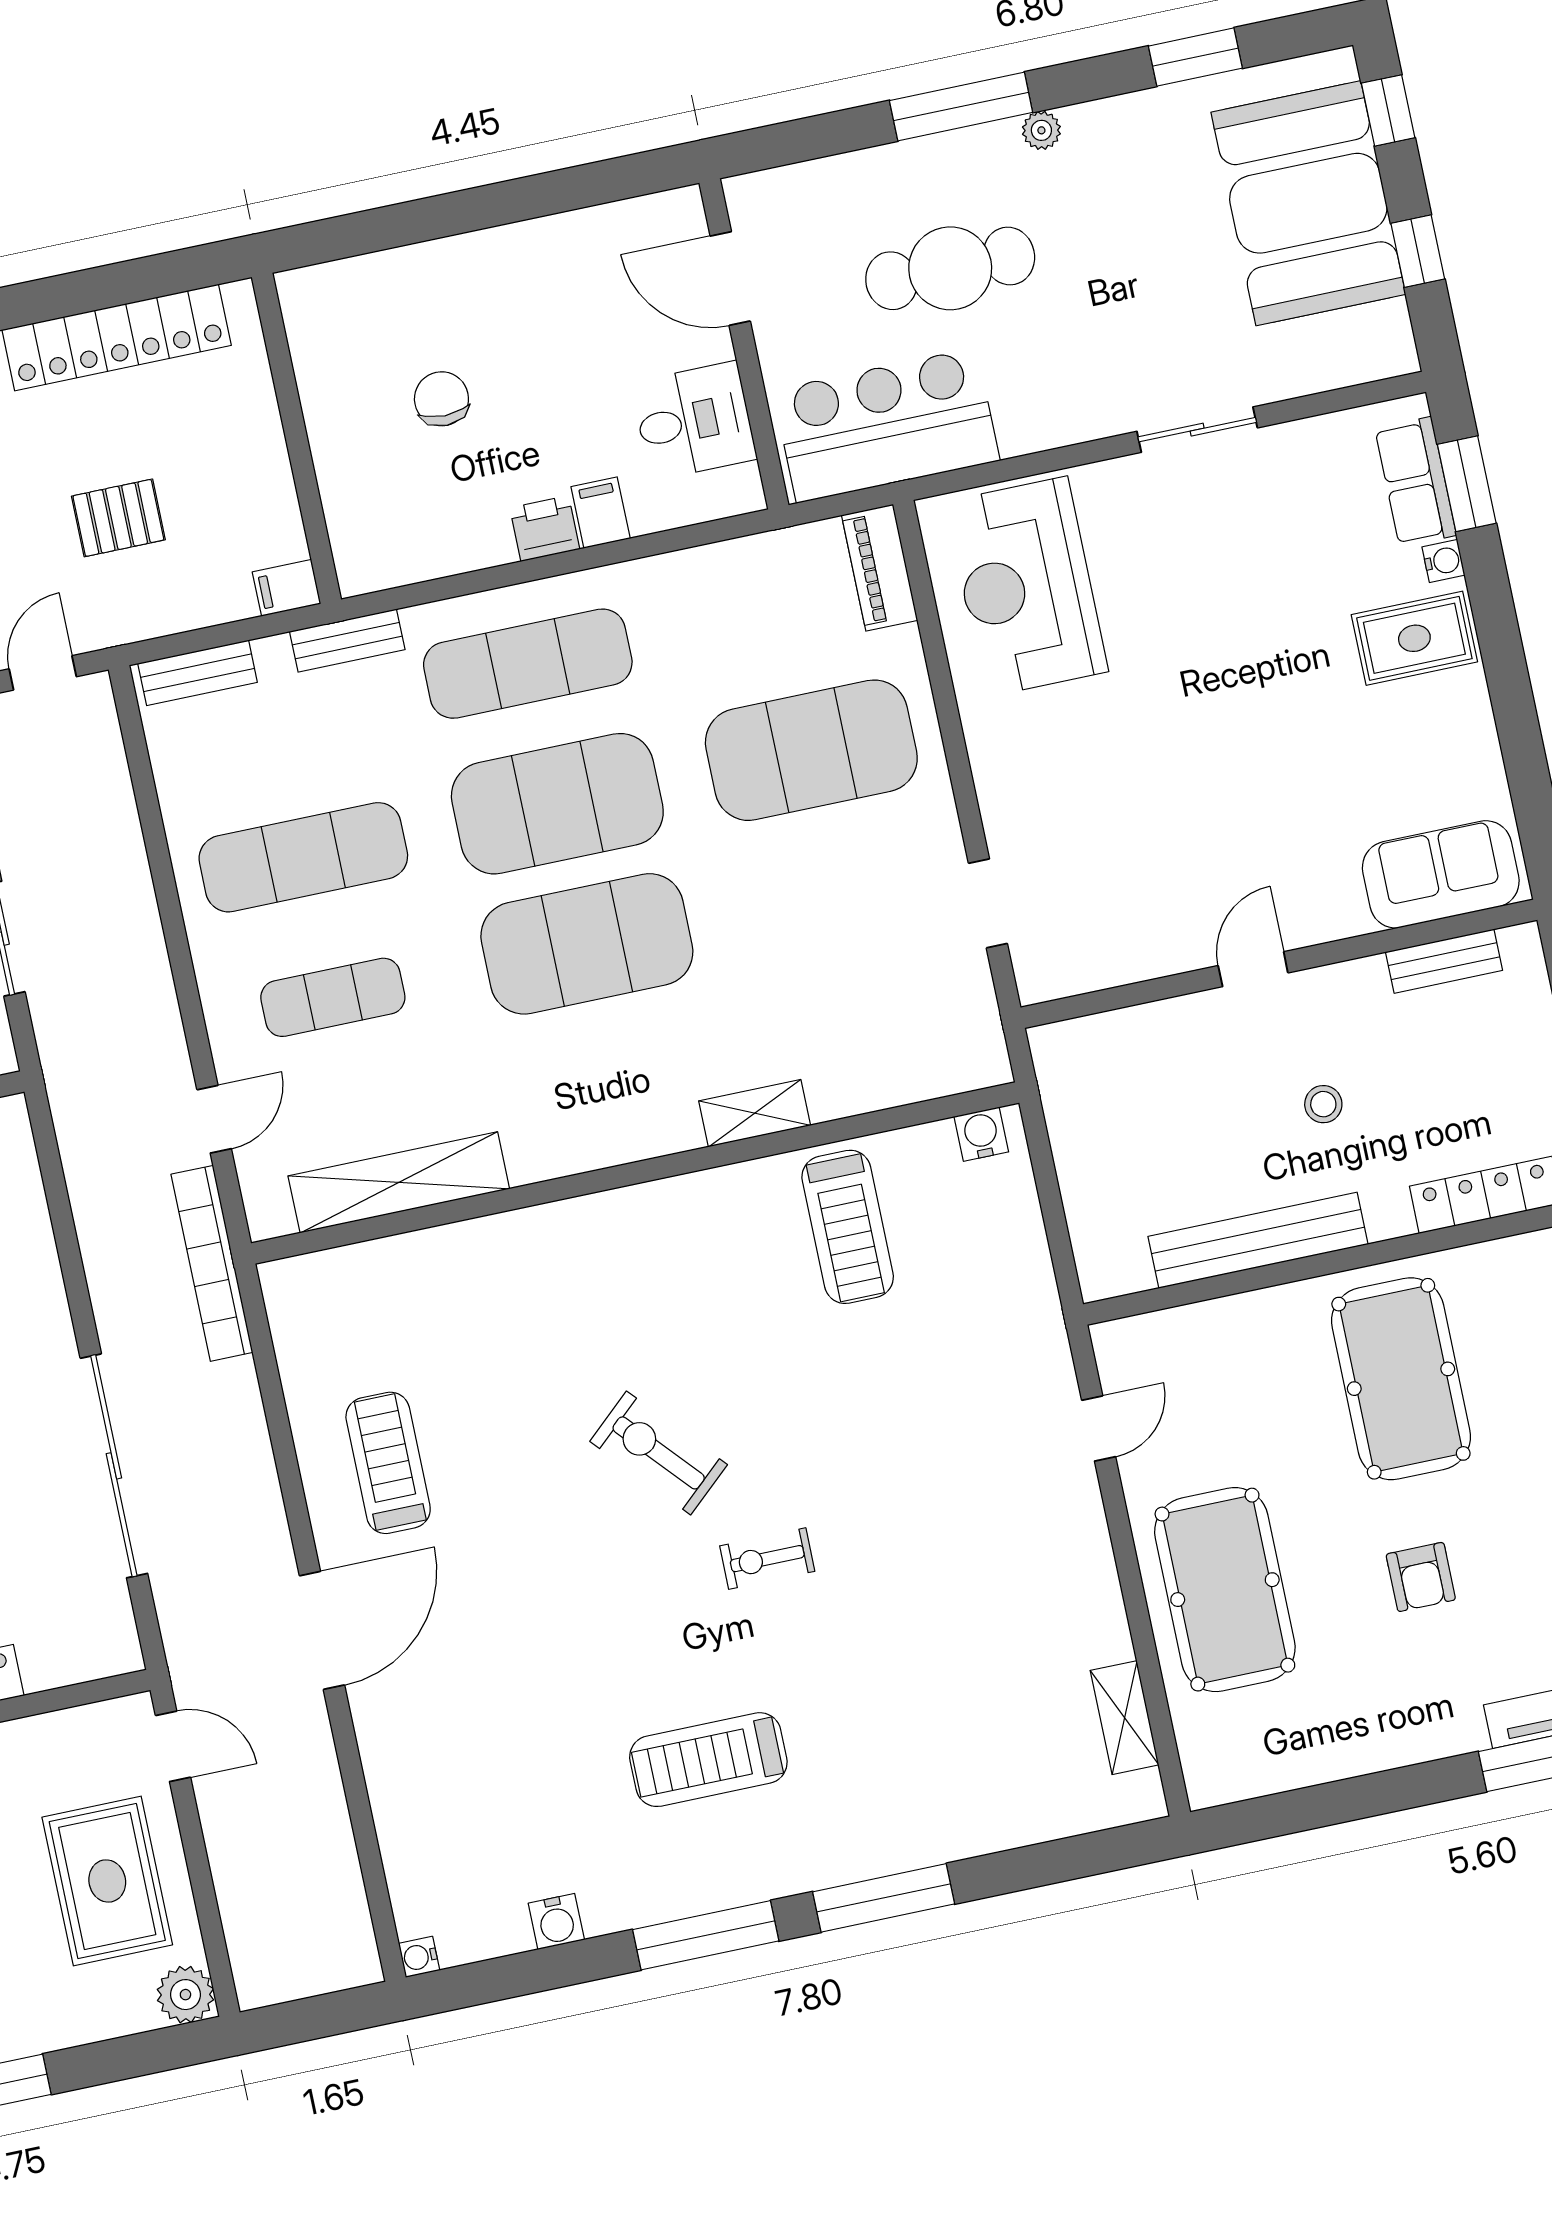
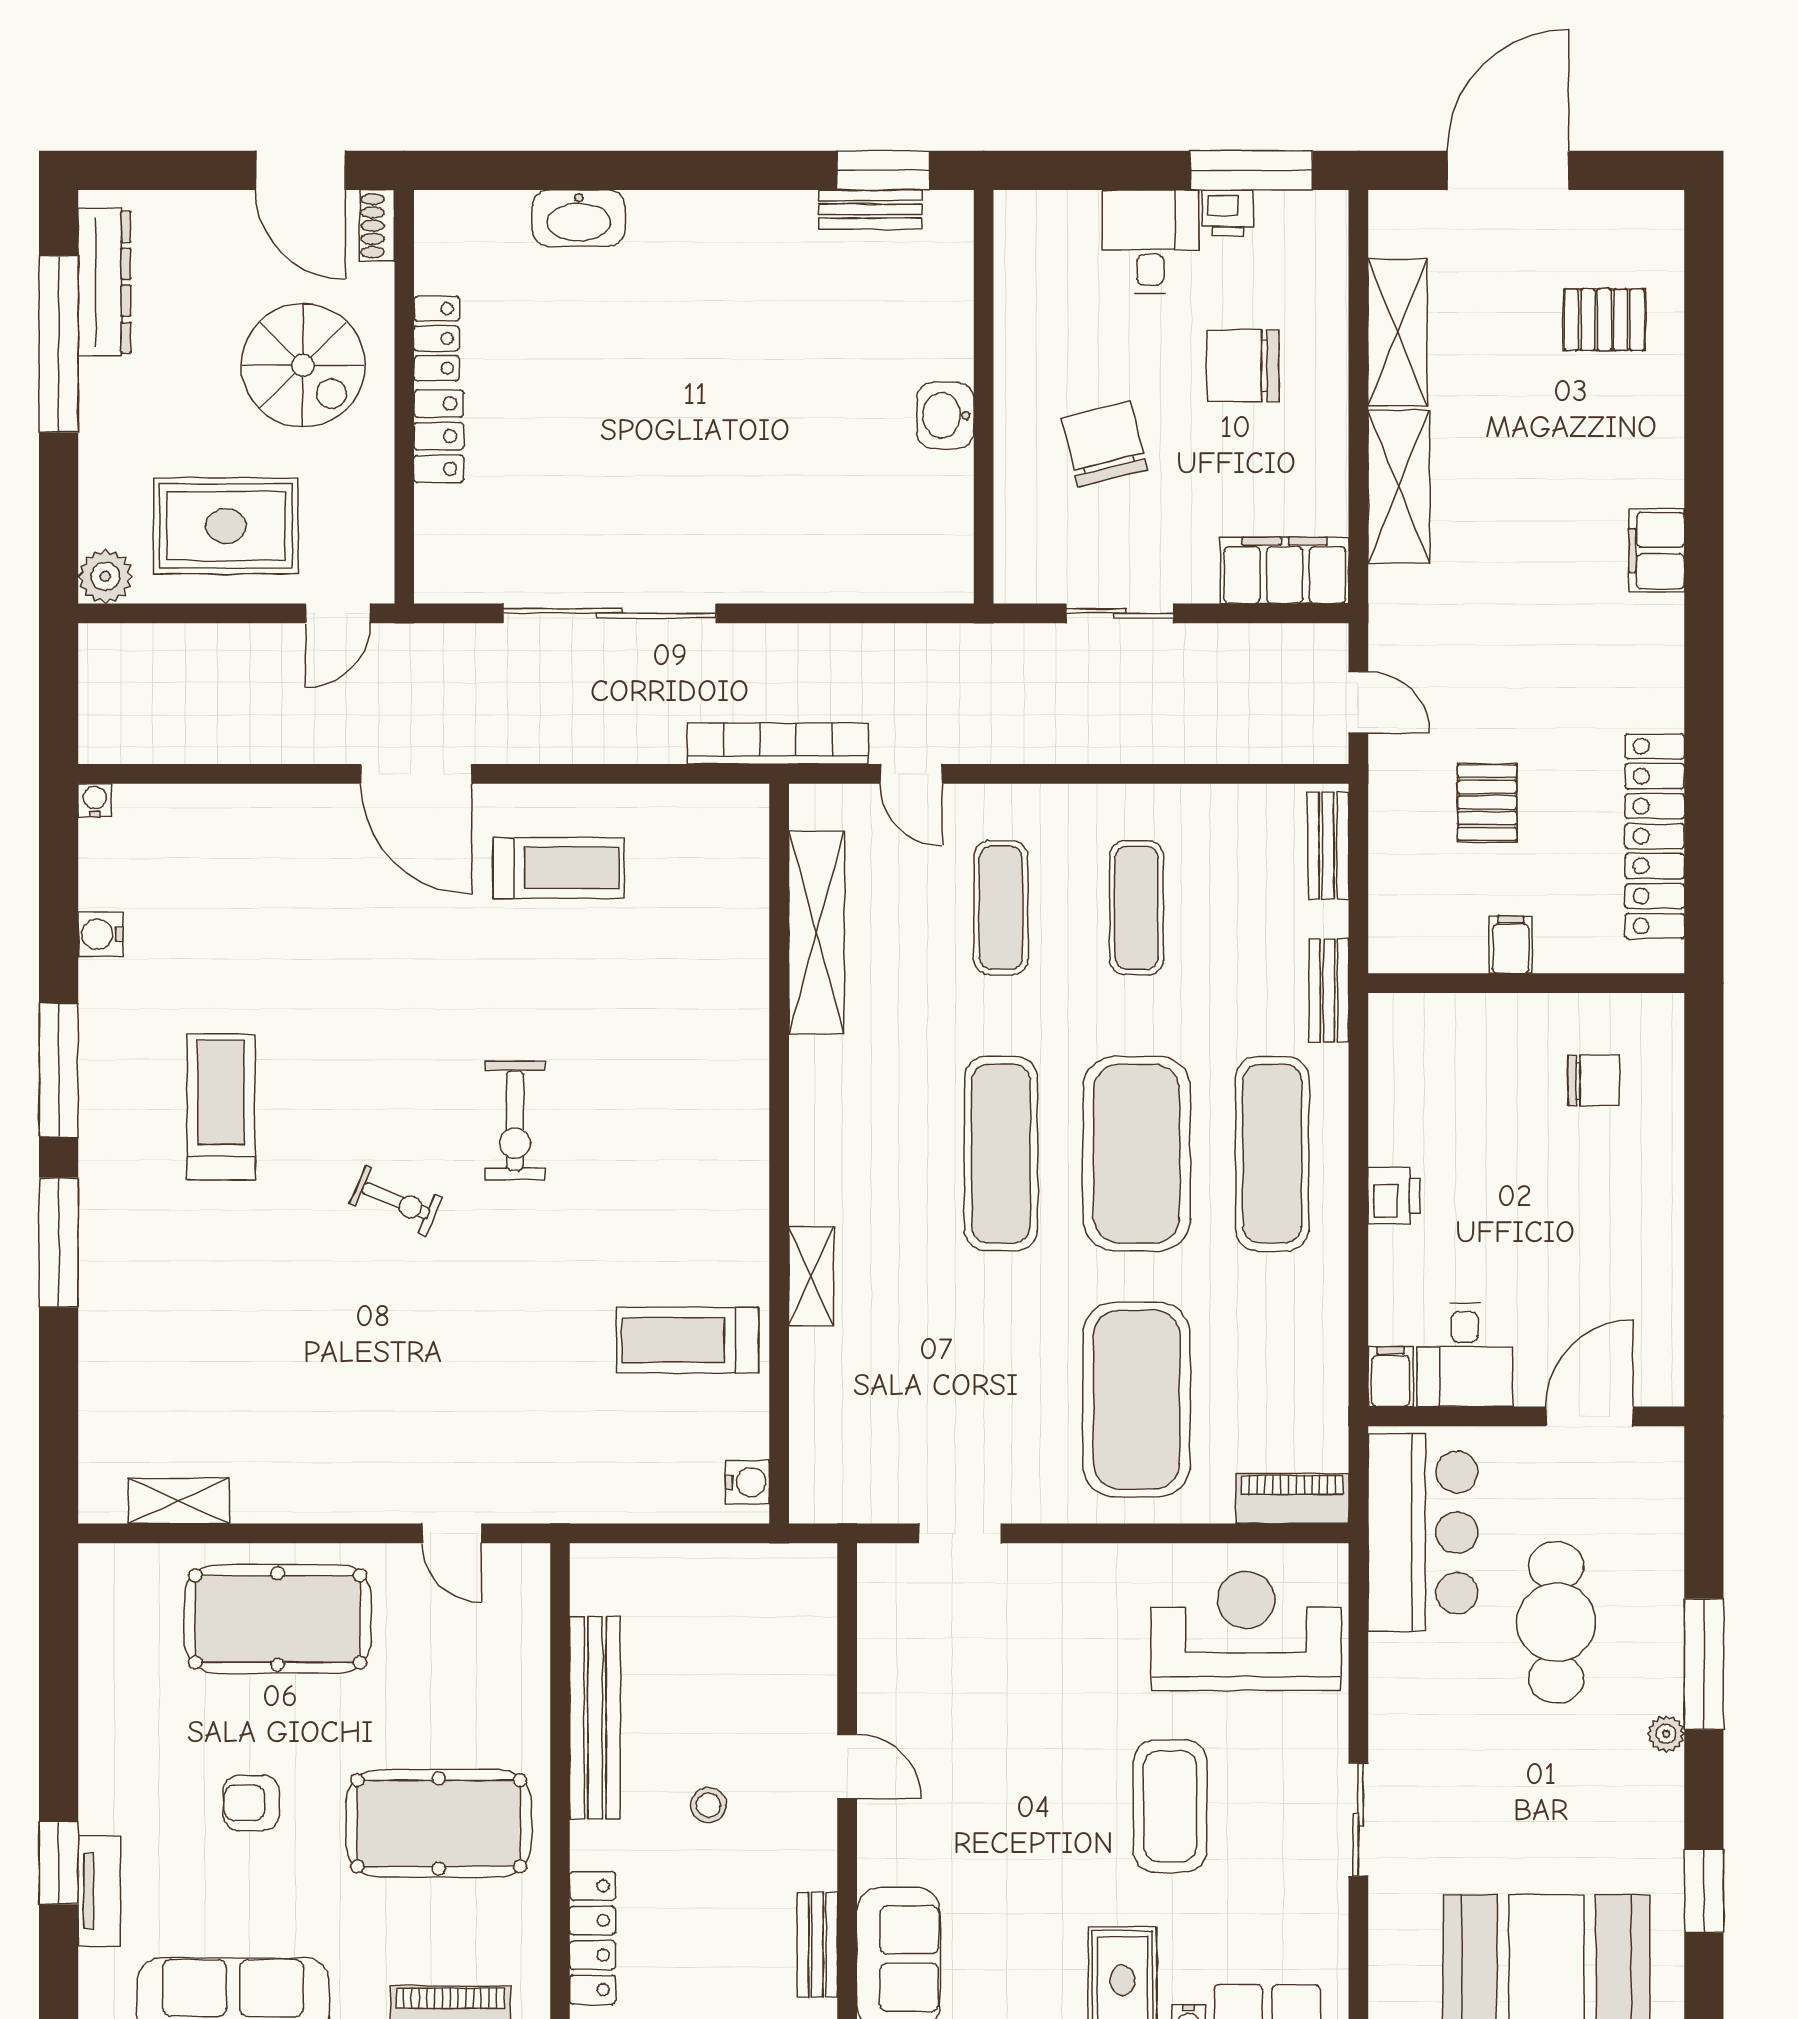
chair: (441, 399) -> (1593, 1081), moved
filing cabinet: (601, 513) -> (1391, 1377), moved, turned -90
filing cabinet: (287, 588) -> (1511, 945), moved
coffee table: (1224, 627) -> (1170, 1806), added
exercise mat: (303, 857) -> (1137, 908), width x0.73, depth x0.69
exercise mat: (587, 944) -> (1001, 1154), width x0.68
exercise bike: (659, 1453) -> (515, 1121), turned 132
exercise bike: (767, 1559) -> (396, 1201), turned 113

